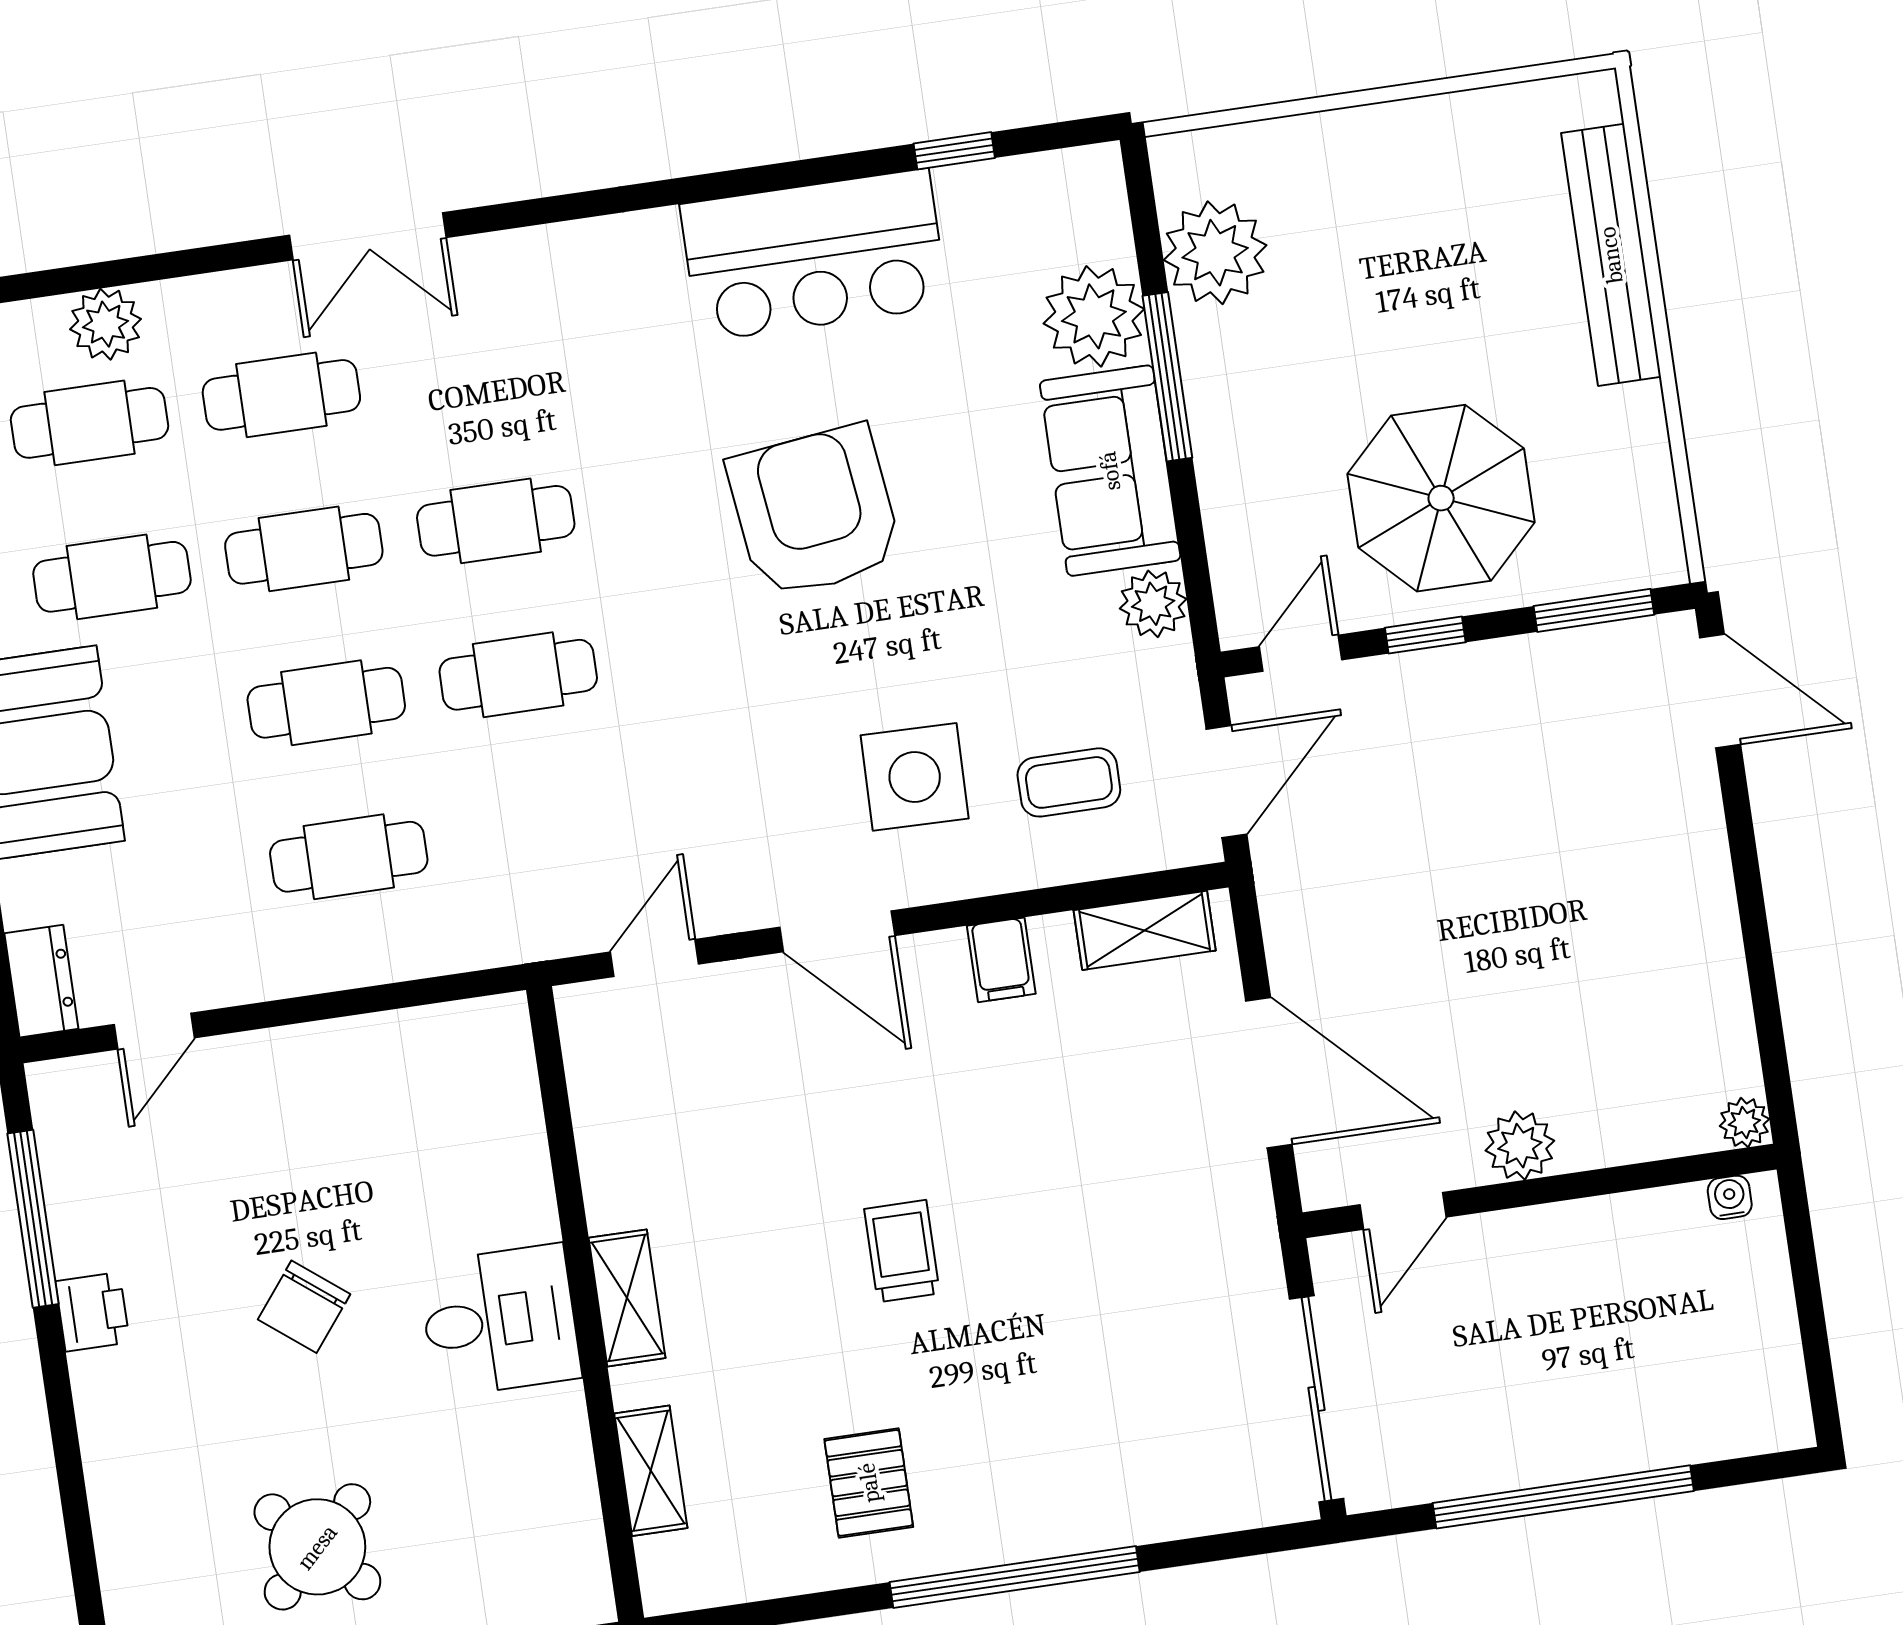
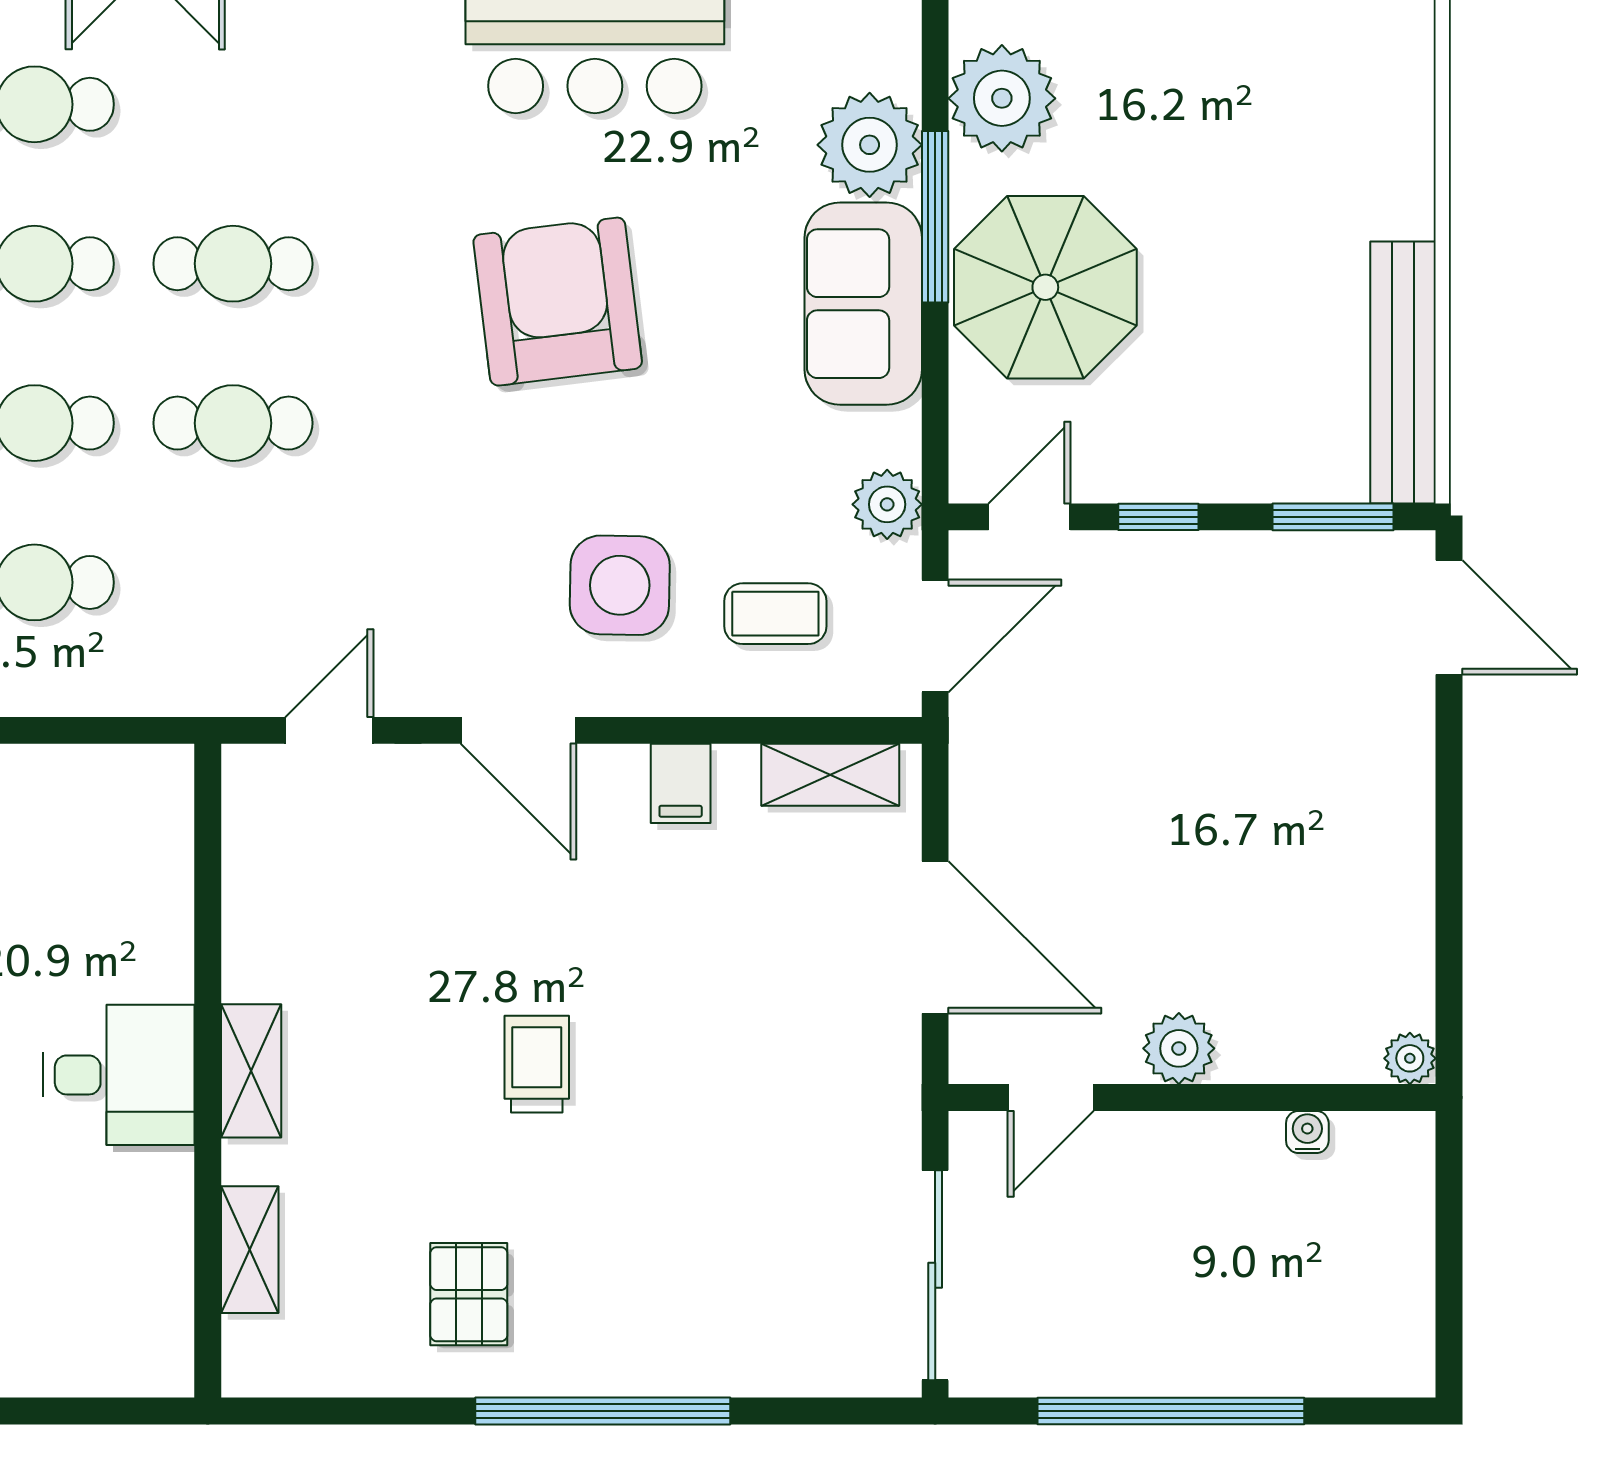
bench: (1611, 255) -> (1403, 372), moved
parasol: (1441, 498) -> (1045, 287), moved
plant: (1153, 604) -> (887, 504), moved
water cooler: (1730, 1197) -> (1307, 1132), moved

